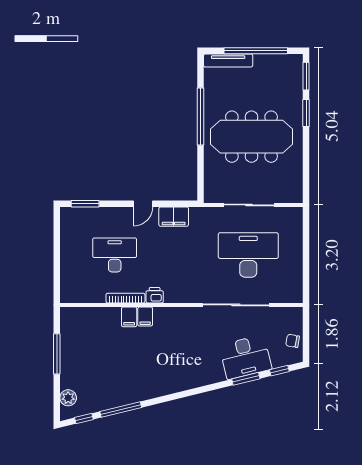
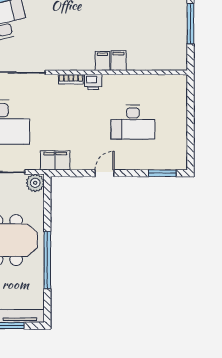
plant: (213, 194) -> (35, 183), added
filing cabinet: (174, 217) -> (55, 160), moved
bookcase: (125, 298) -> (71, 79), moved, width x0.64

